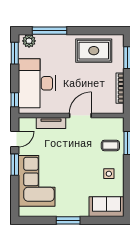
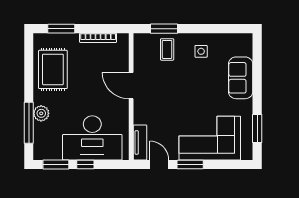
plant: (29, 41) -> (41, 113), moved
window: (15, 100) -> (85, 165), moved
tv unit: (51, 123) -> (140, 142), moved
sofa: (107, 207) -> (241, 78), moved
window: (68, 220) -> (257, 129), moved

